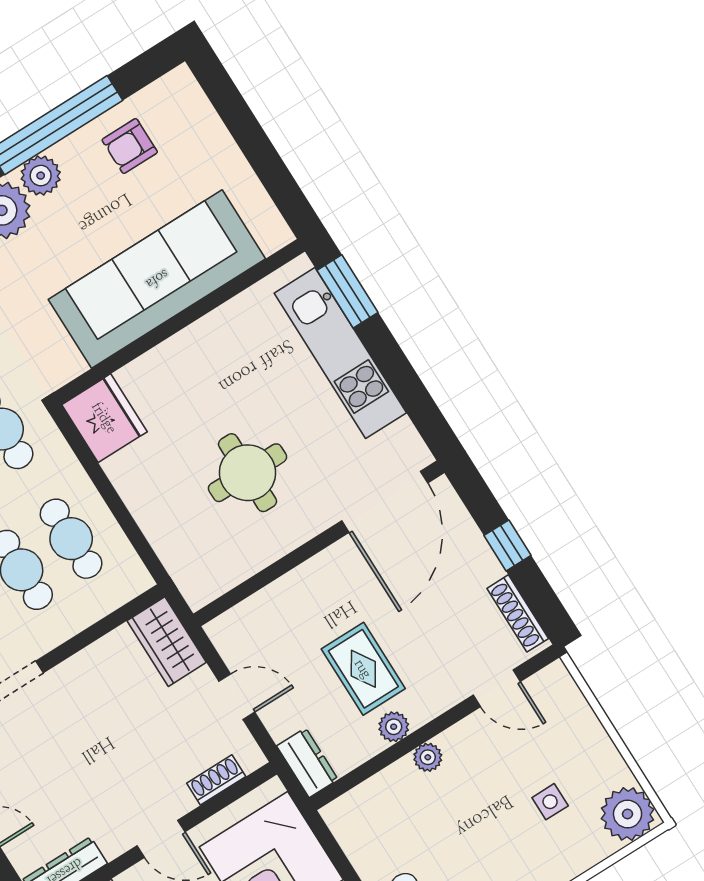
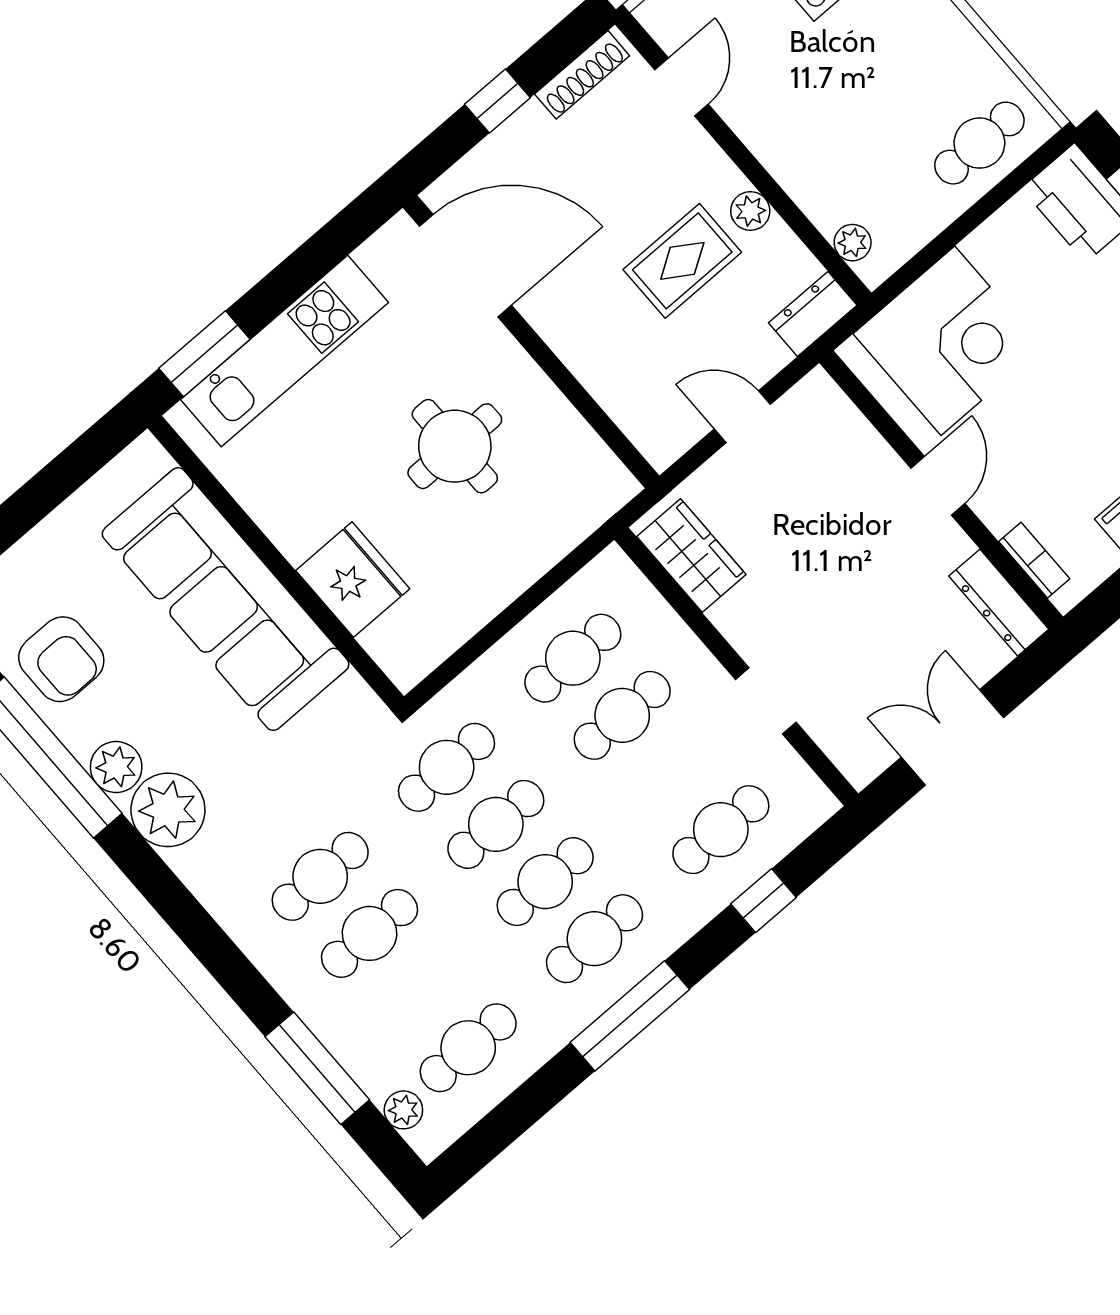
armchair: (130, 146) -> (61, 659), width x1.38, depth x1.38
fridge: (104, 418) -> (353, 580), moved, turned 90
wardrobe: (167, 642) -> (691, 556), moved, turned -90
door: (237, 697) -> (742, 417), hinge flipped
plant: (428, 757) -> (853, 243), moved
shoe rack: (216, 780) -> (852, 427), removed

